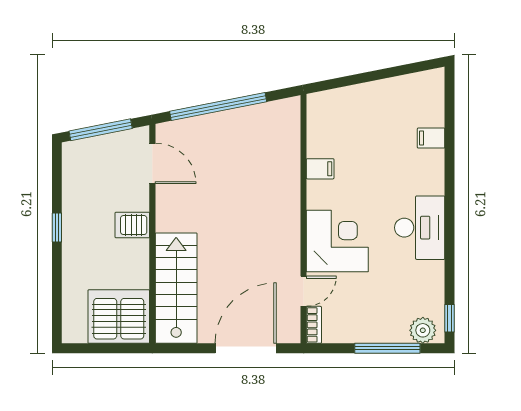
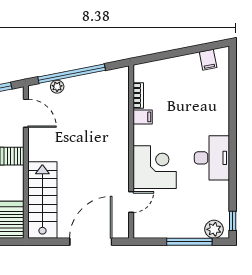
plant: (197, 125) -> (57, 87), added
filing cabinet: (431, 138) -> (208, 60), moved, turned -101
bookcase: (314, 325) -> (138, 96), moved

